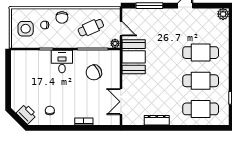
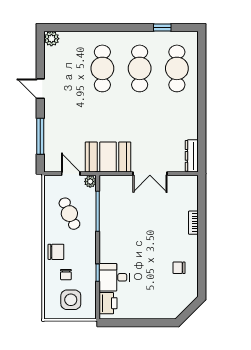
door: (121, 29) -> (71, 174), hinge flipped
desk: (62, 61) -> (114, 277), moved
chair: (94, 72) -> (129, 210), removed
double door: (121, 102) -> (150, 174), moved
printer: (26, 114) -> (108, 303), moved, turned 135
dresser: (157, 120) -> (192, 156), moved

